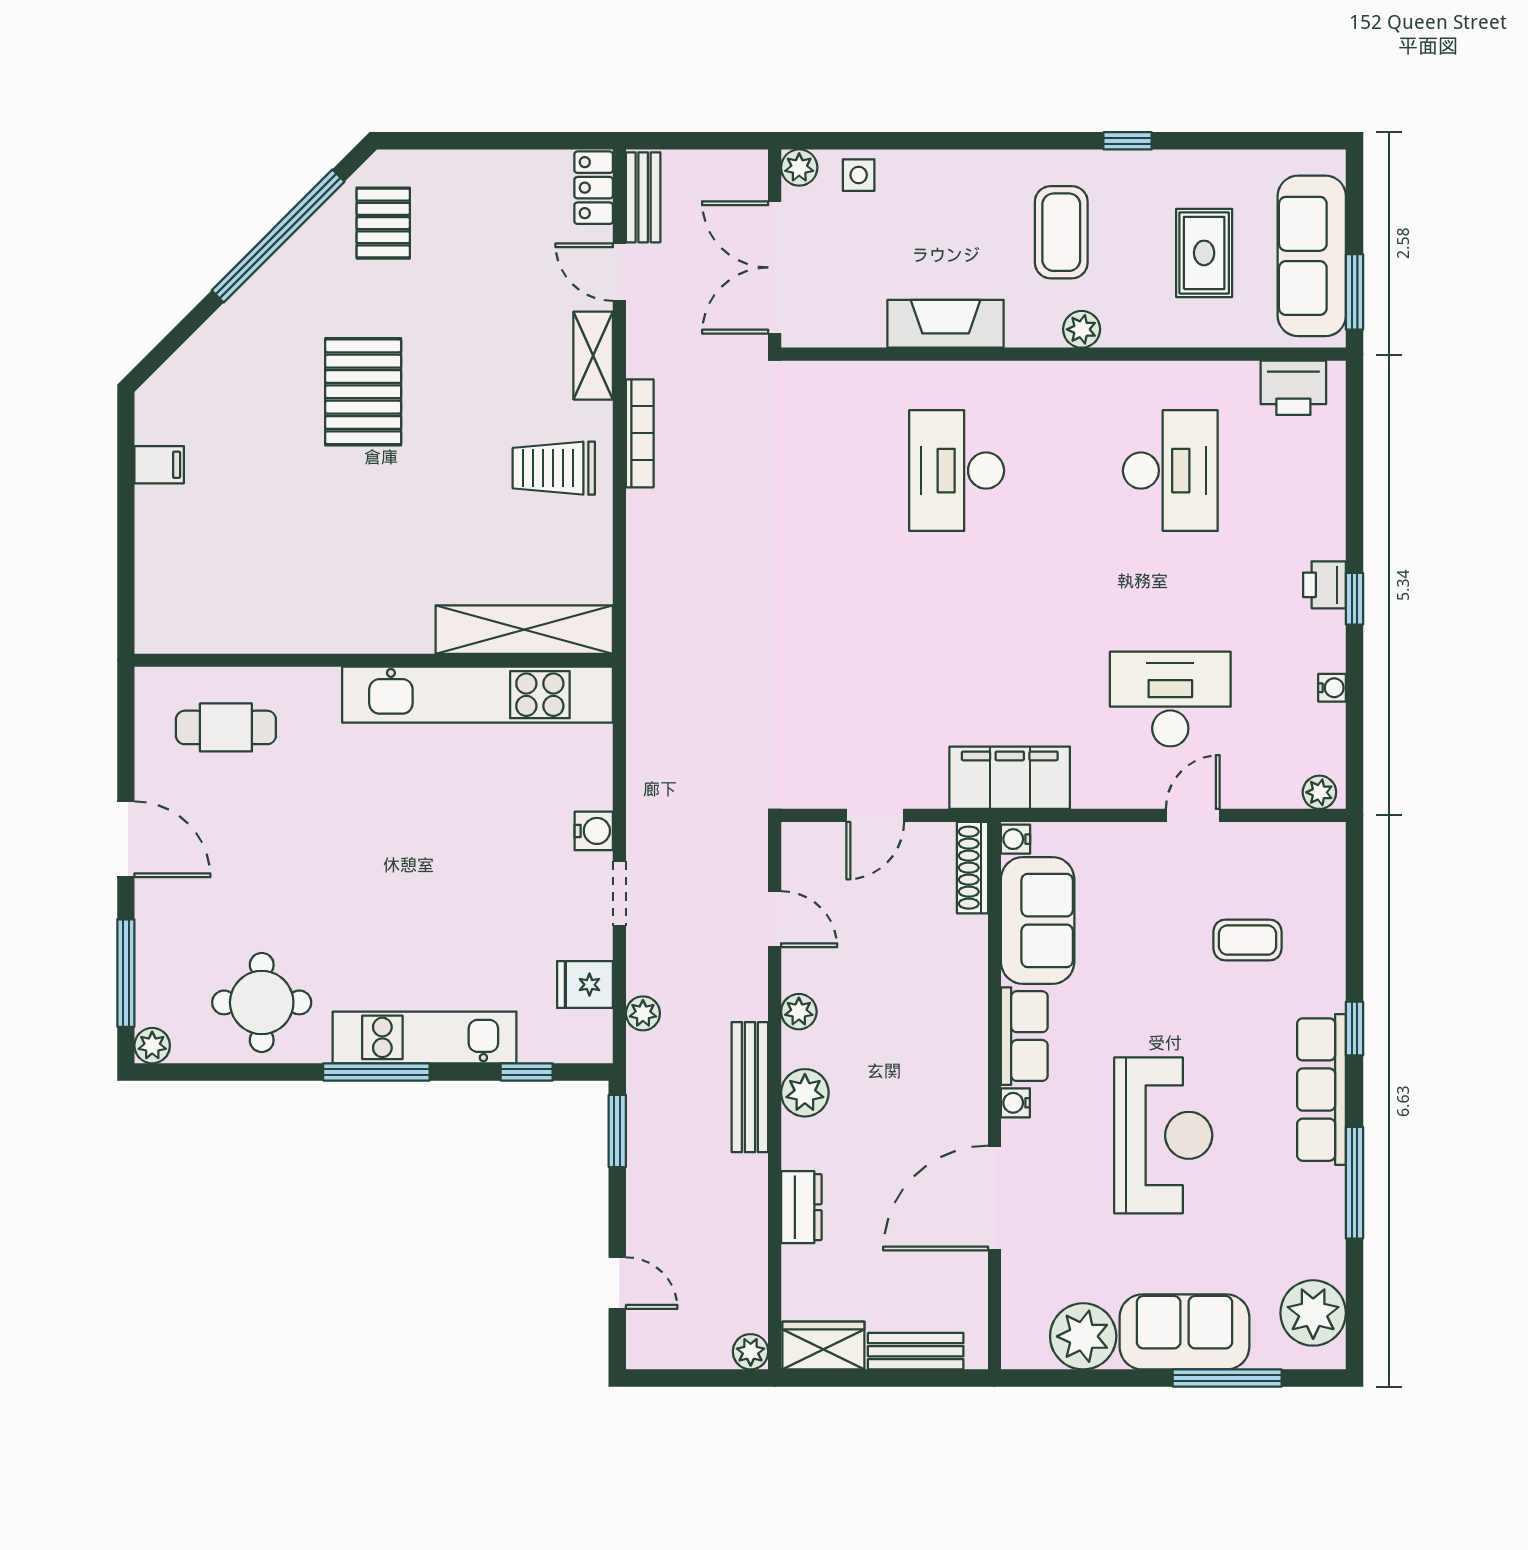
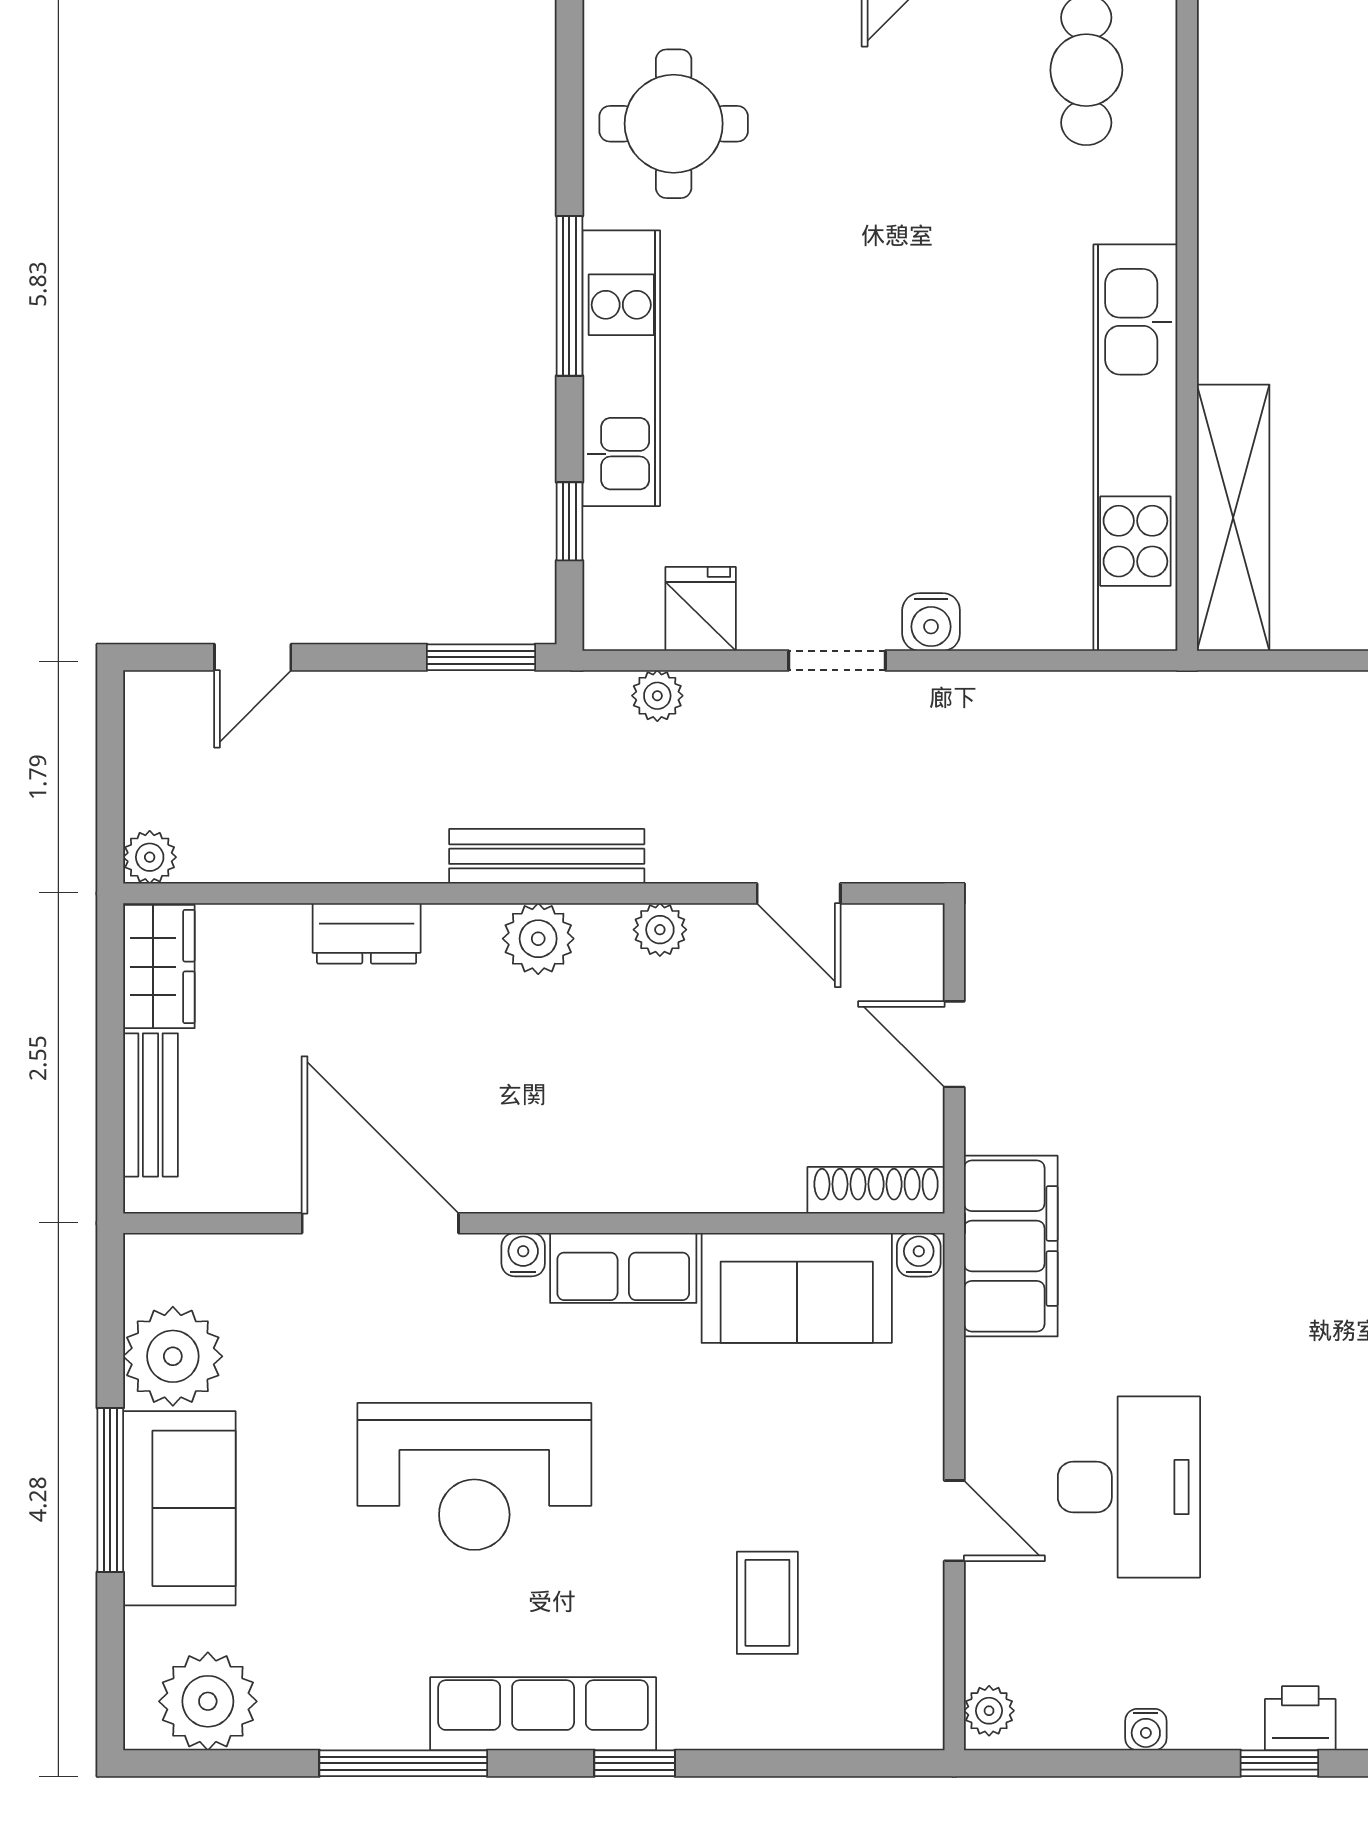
door: (775, 919) -> (799, 893), hinge flipped
window: (1227, 1378) -> (110, 1490), moved

